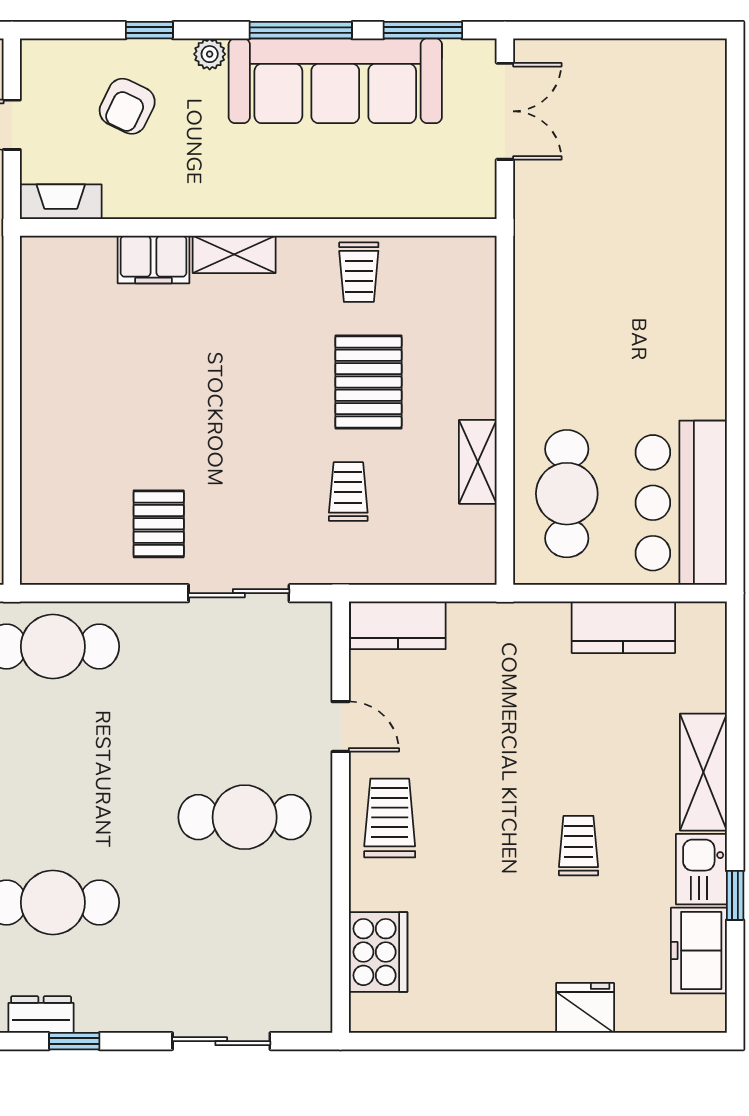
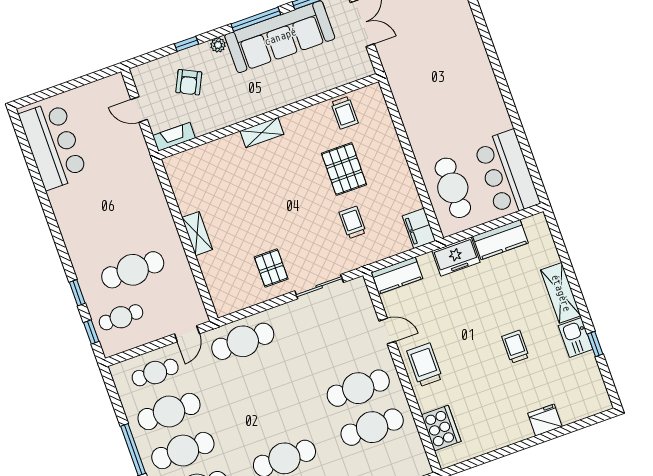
filing cabinet: (154, 260) -> (419, 228), moved, turned 90
trolley: (359, 272) -> (344, 113), moved
shelving: (478, 462) -> (197, 234), moved
cafe table: (245, 902) -> (372, 427), added
freezer: (699, 951) -> (456, 257), moved, turned -90

